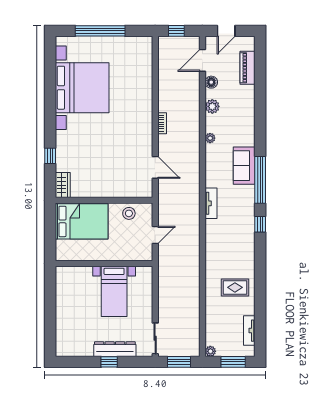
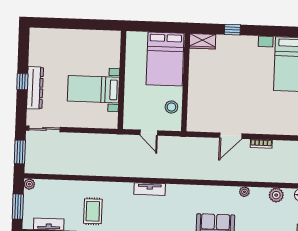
door: (155, 167) -> (231, 136), moved
tv unit: (211, 203) -> (150, 189), moved

